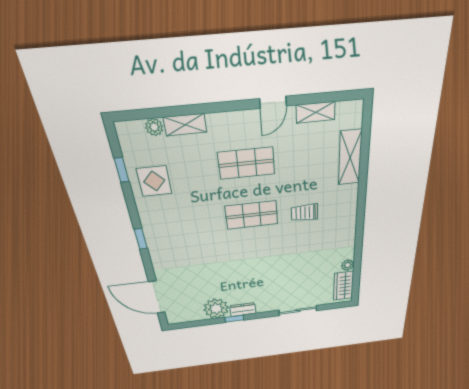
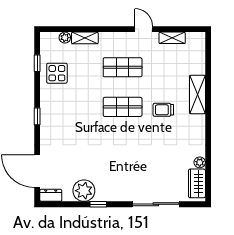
door: (273, 102) -> (144, 29), swing flipped
shelving: (350, 158) -> (197, 94), moved
dresser: (243, 310) -> (51, 195), moved
sliding door: (298, 310) -> (156, 204), width x1.37

